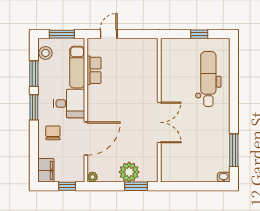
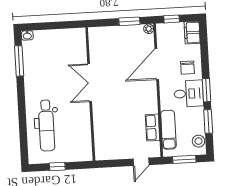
desk: (69, 103) -> (189, 94), moved, turned 180
plant: (129, 172) -> (115, 35), removed
window: (136, 186) -> (129, 21), moved

